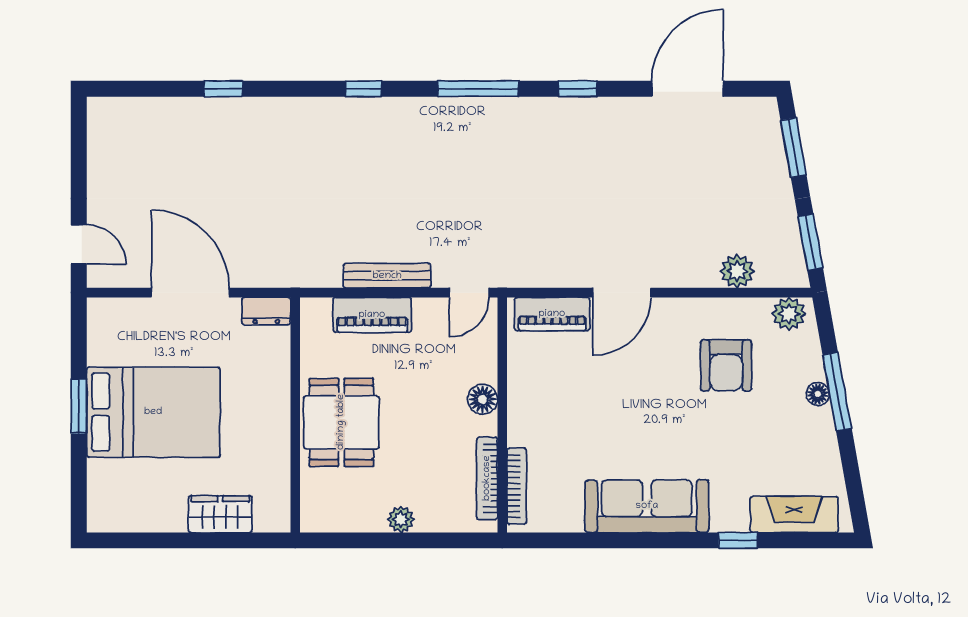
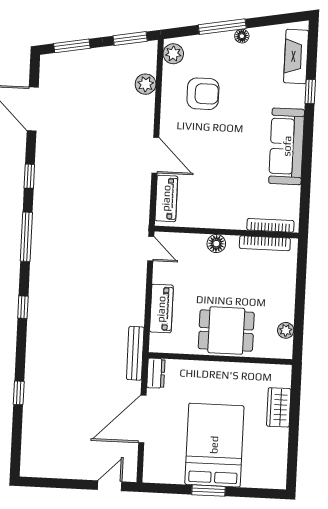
bench: (387, 276) -> (135, 353), moved
floor lamp: (818, 394) -> (242, 36), moved
plant: (401, 519) -> (286, 330), moved

